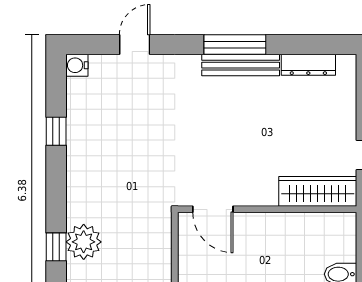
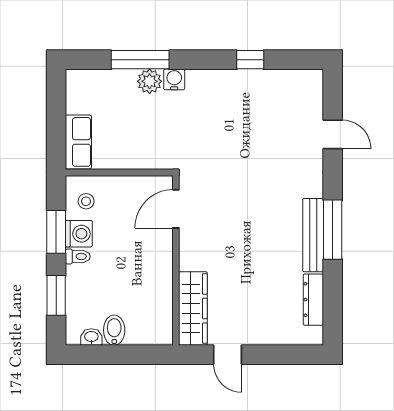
water cooler: (77, 65) -> (174, 79), moved
plant: (84, 242) -> (150, 81), width x0.73, depth x0.73
window: (56, 247) -> (140, 60), width x2.17

